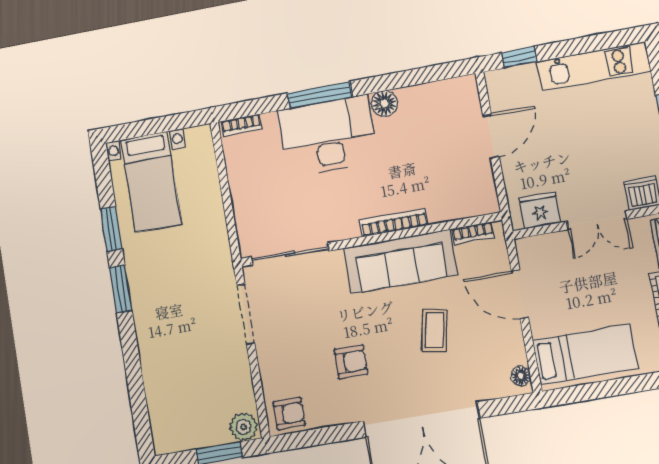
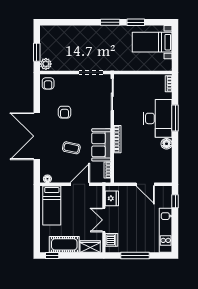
sofa: (400, 262) -> (101, 145), width x0.73

